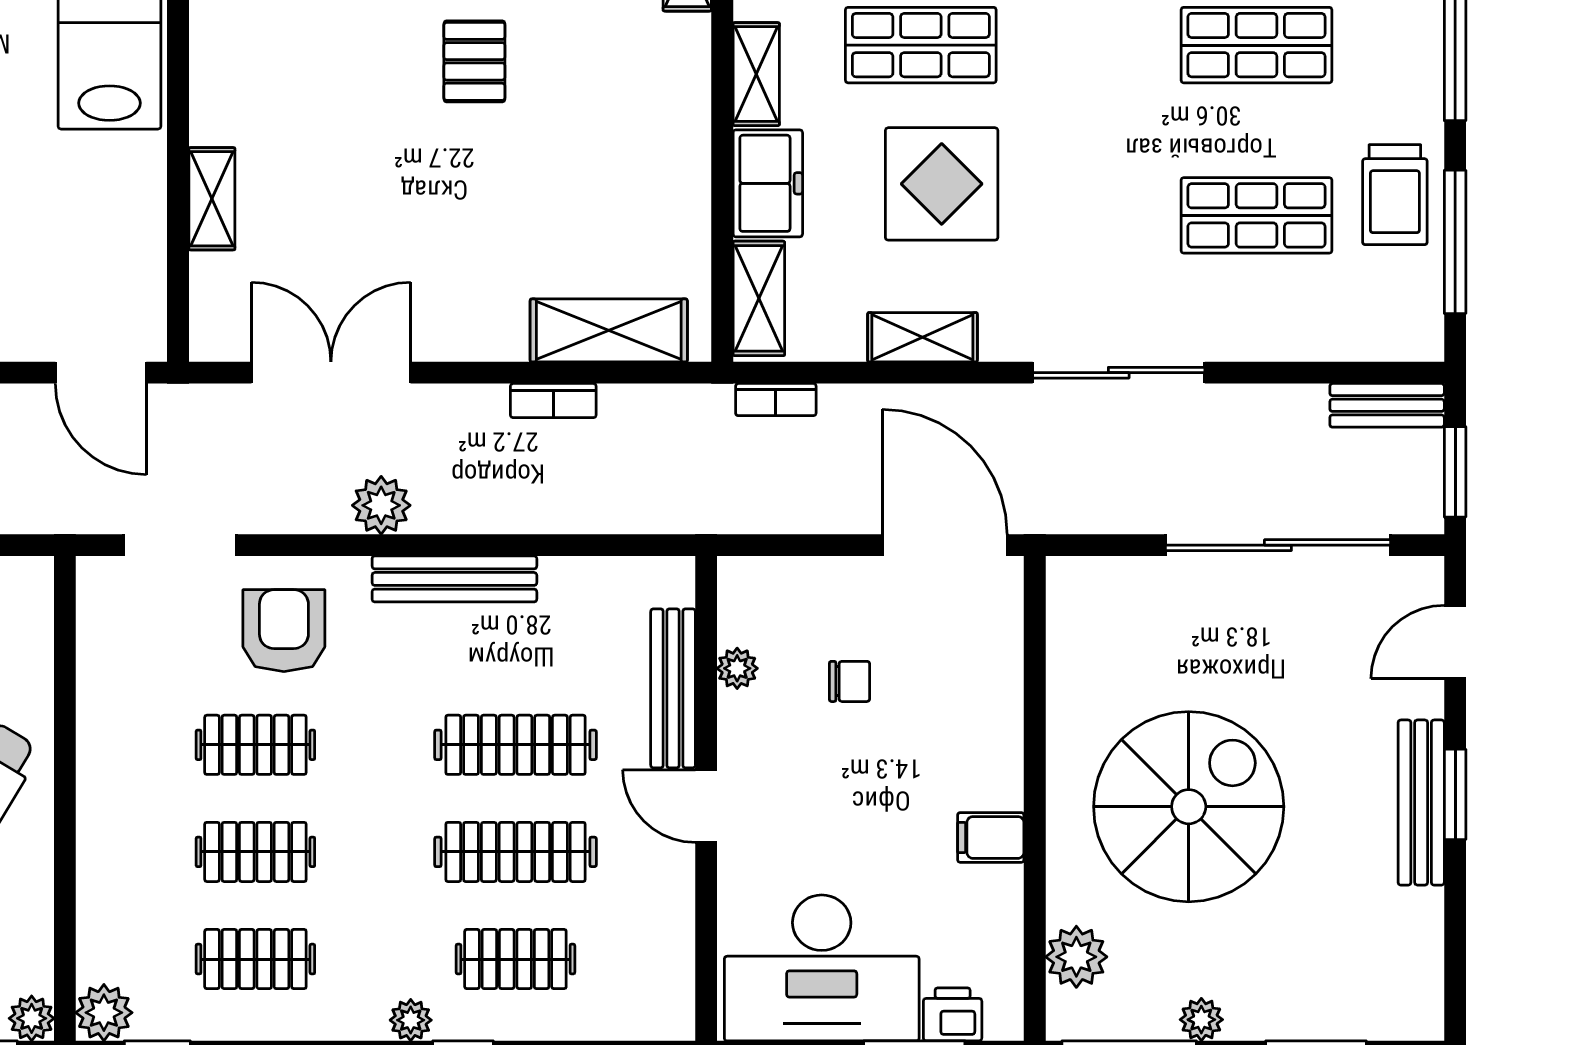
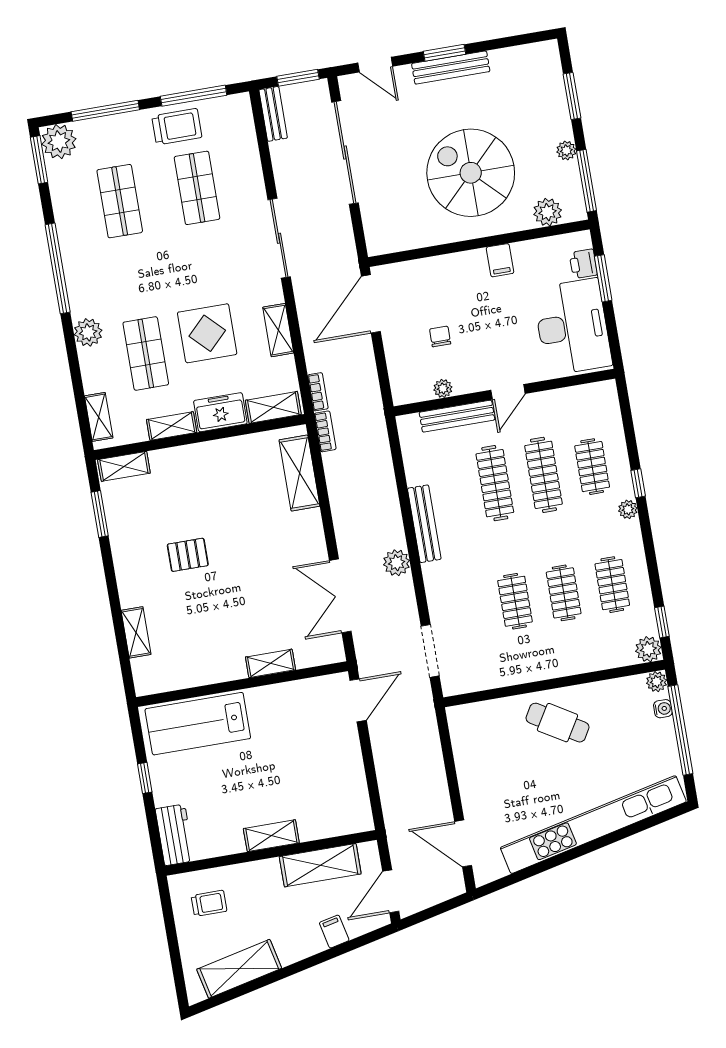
bookcase: (553, 401) -> (325, 431), moved
armchair: (284, 631) -> (461, 597), removed

